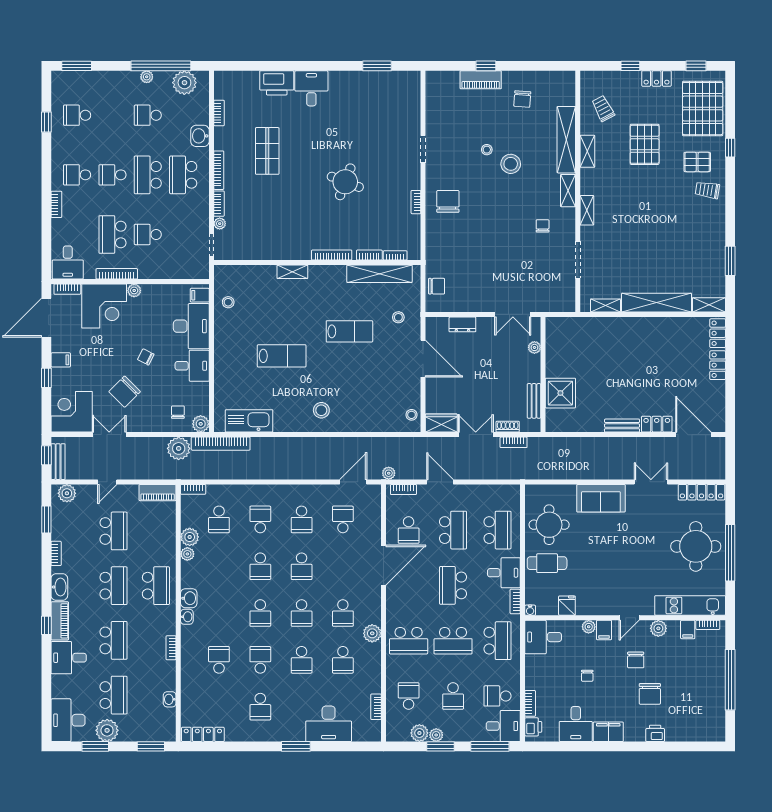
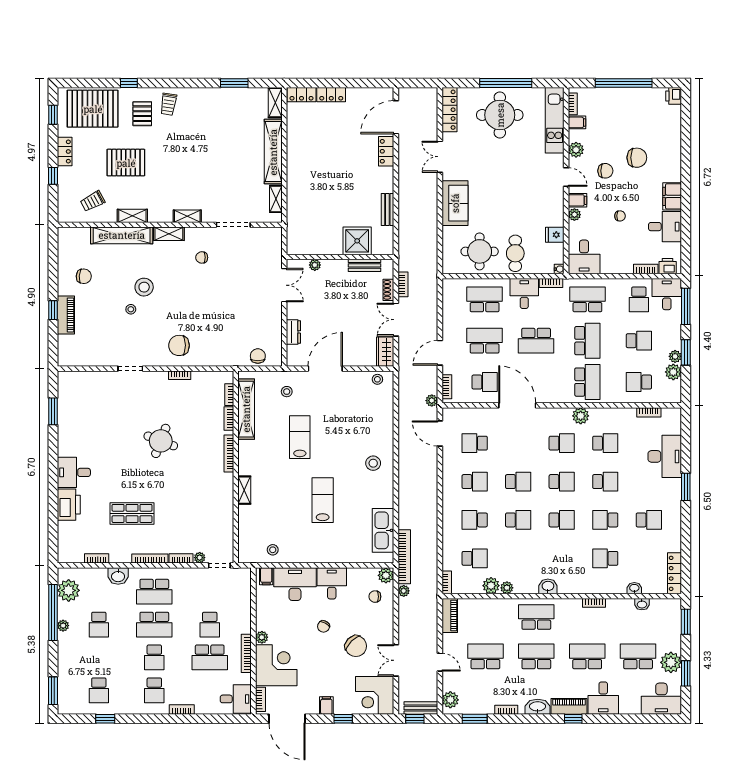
bench: (622, 426) -> (387, 209), moved
plant: (179, 448) -> (404, 591), width x0.53, depth x0.53
washbasin: (187, 617) -> (634, 588), moved
printer: (655, 733) -> (674, 96), moved

